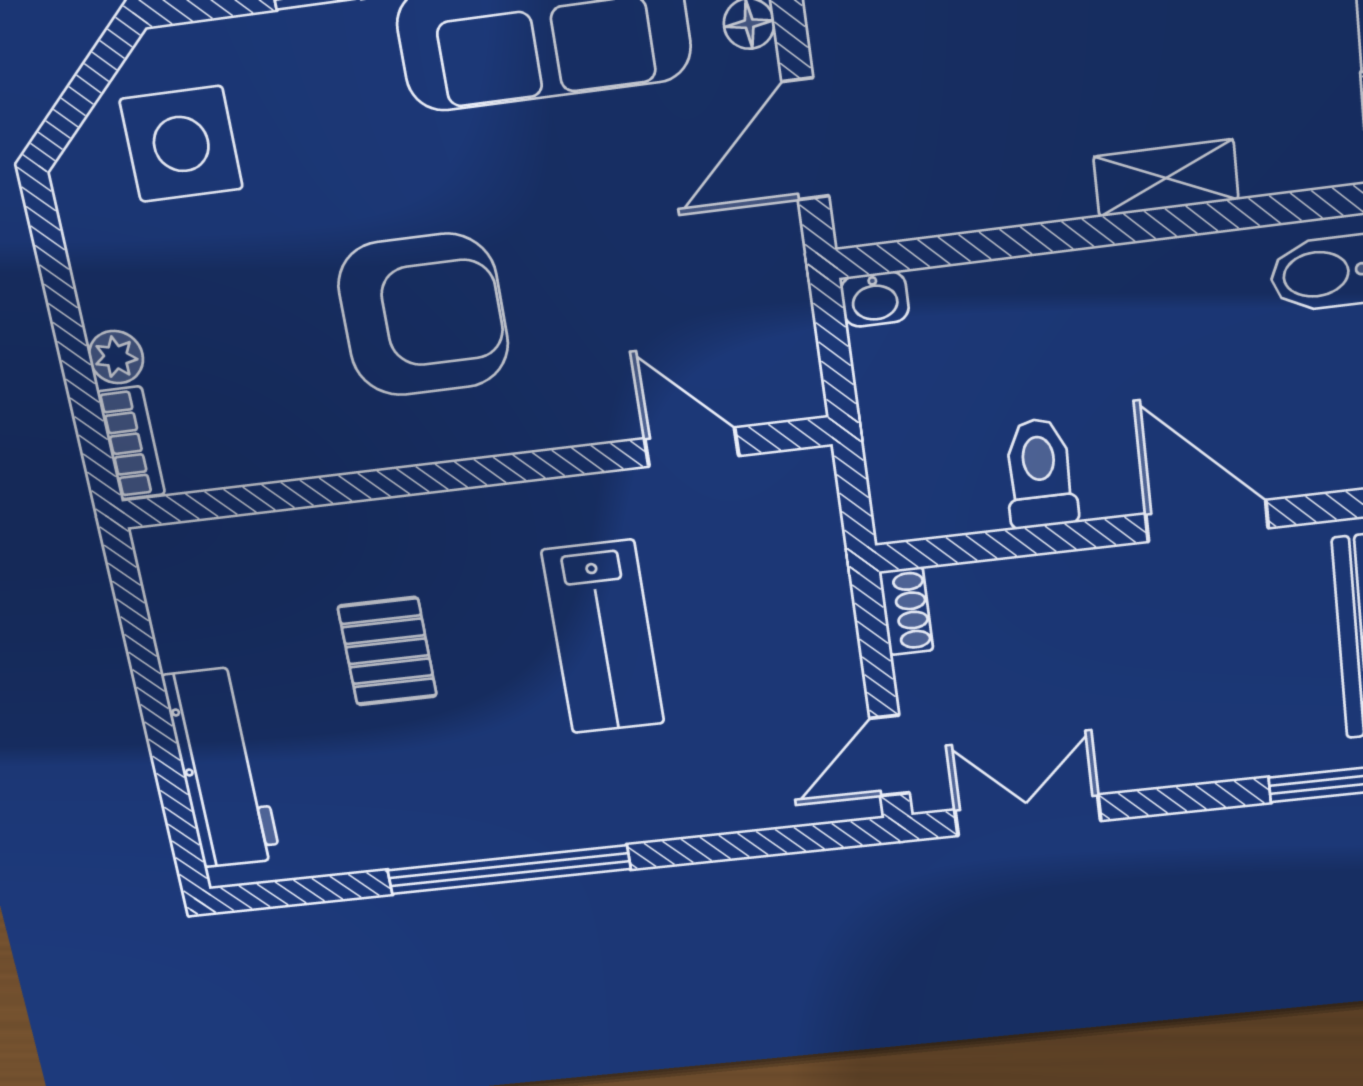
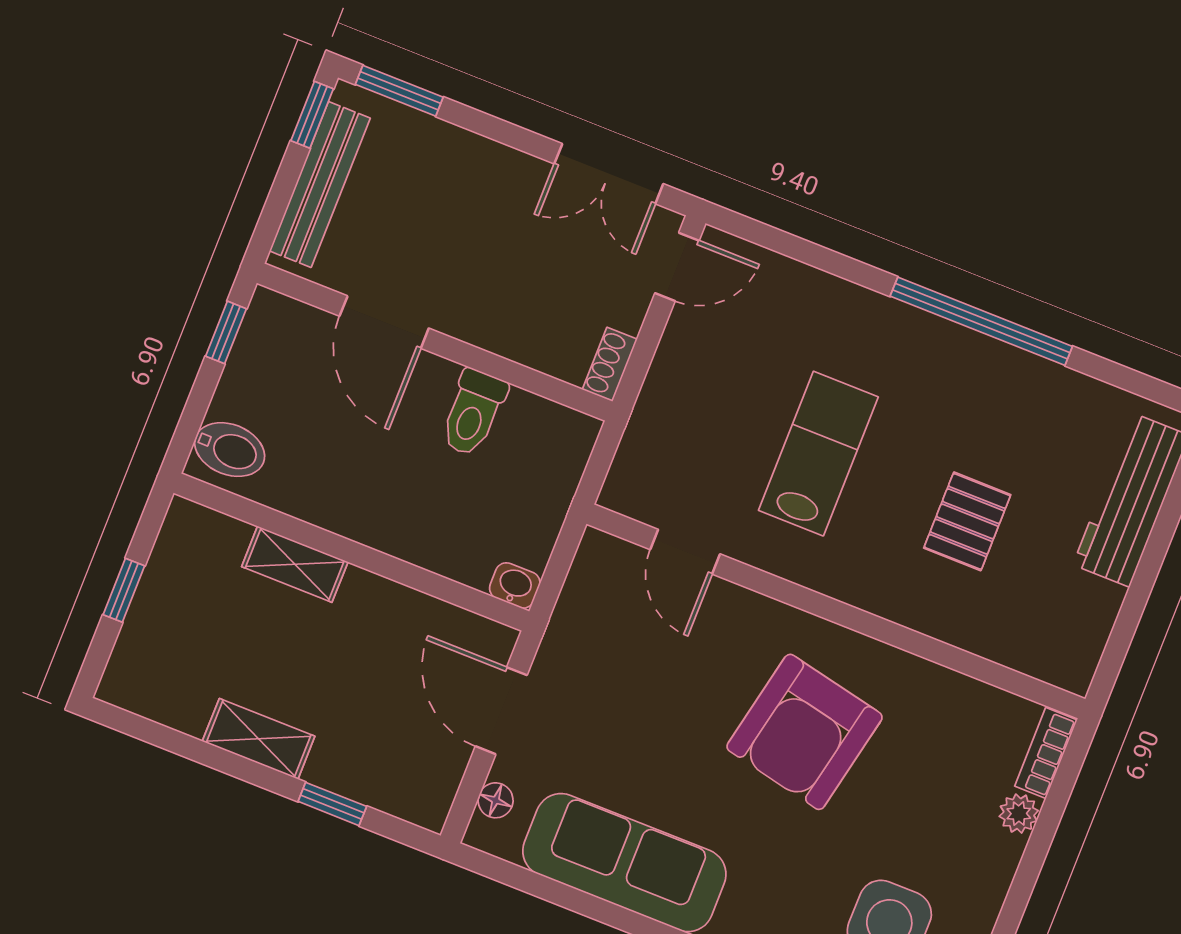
door: (805, 139) -> (501, 711), swing flipped
armchair: (423, 315) -> (805, 732), turned -78

